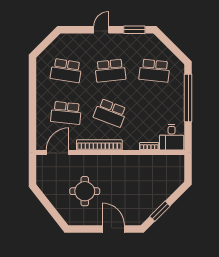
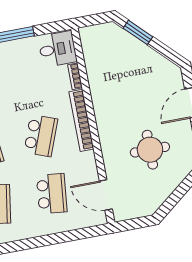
bookcase: (99, 145) -> (81, 120), moved
window: (160, 211) -> (138, 32), moved

